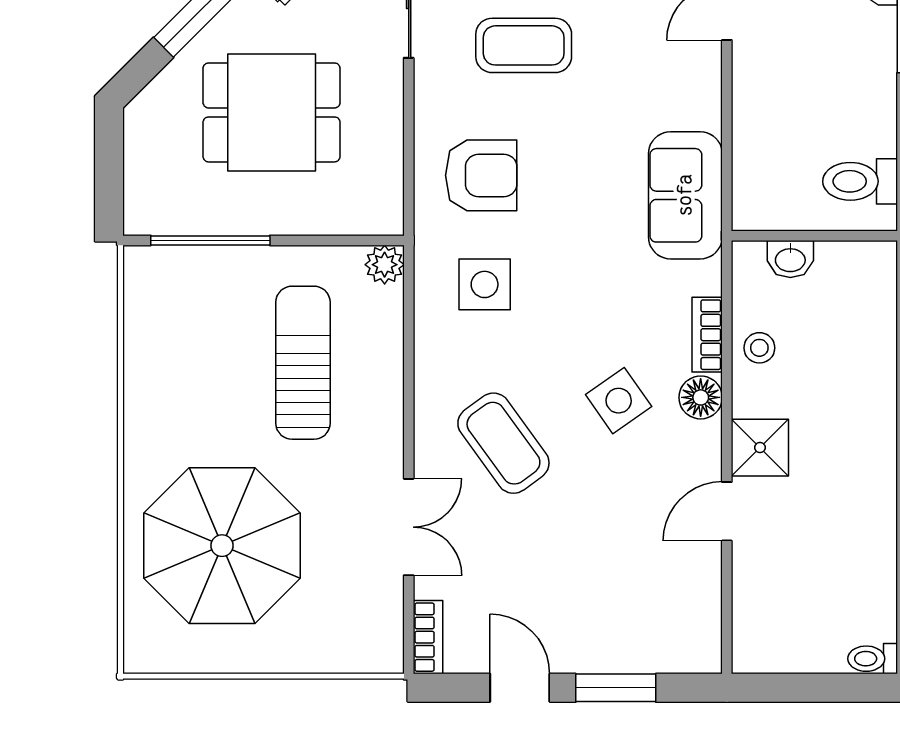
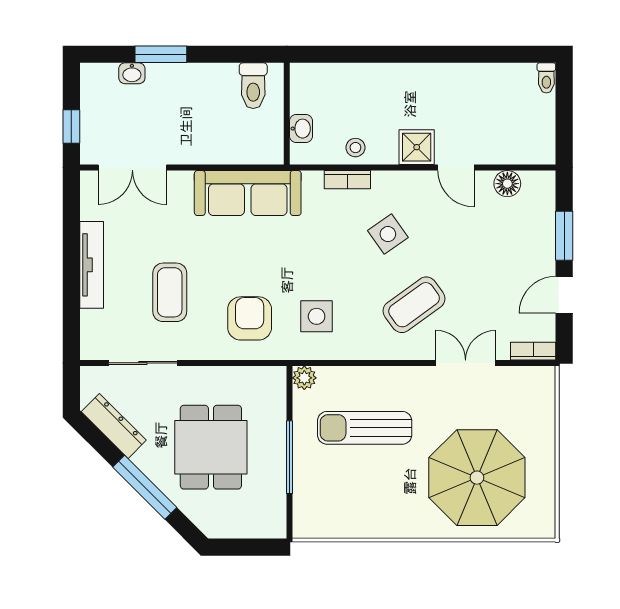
sofa: (685, 195) -> (248, 193), width x1.36
window: (210, 240) -> (290, 457), moved
floor lamp: (701, 397) -> (507, 184), moved

